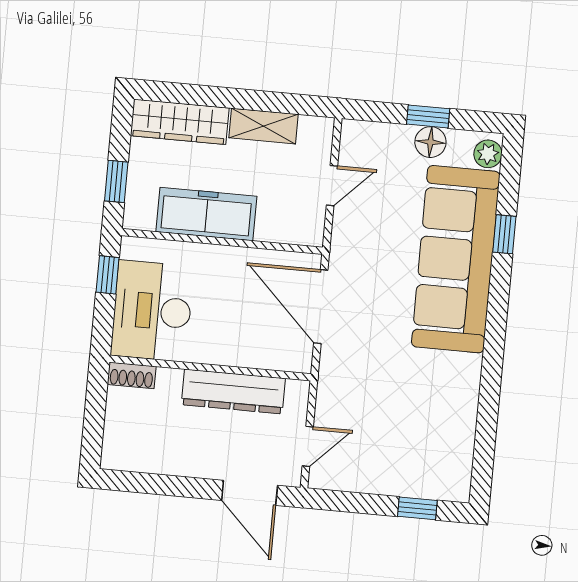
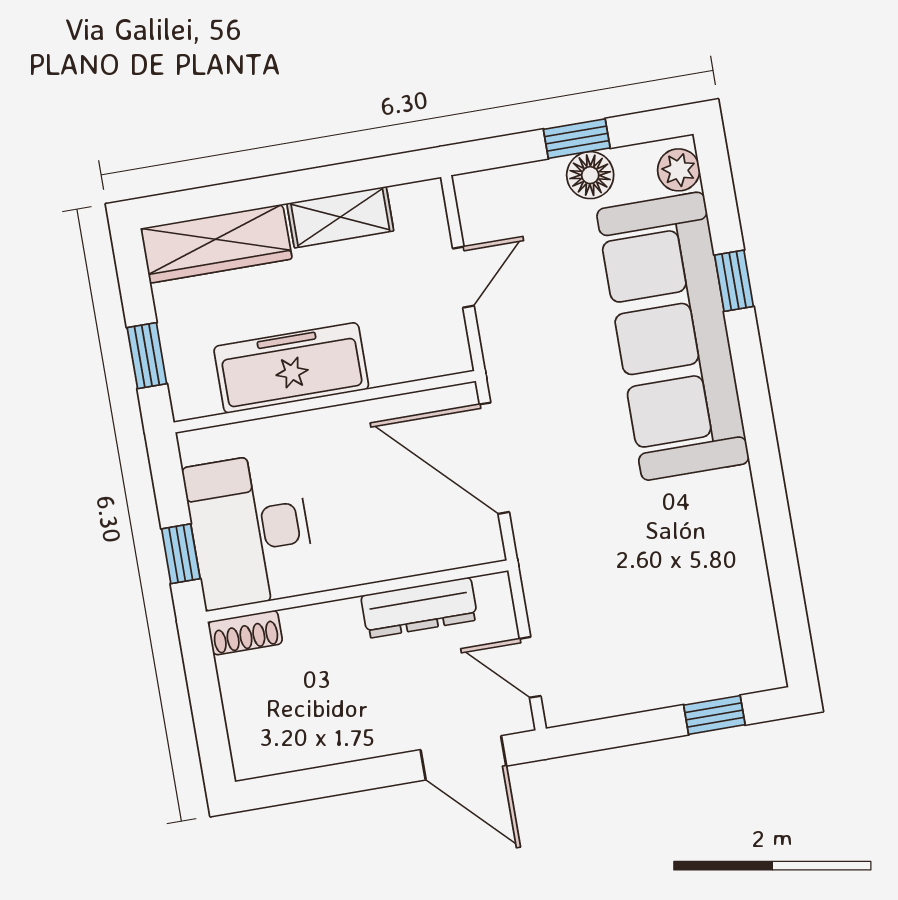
window: (108, 275) -> (181, 554), moved
dresser: (233, 392) -> (419, 608), width x0.73, depth x0.80
door: (308, 446) -> (530, 667), swing flipped

